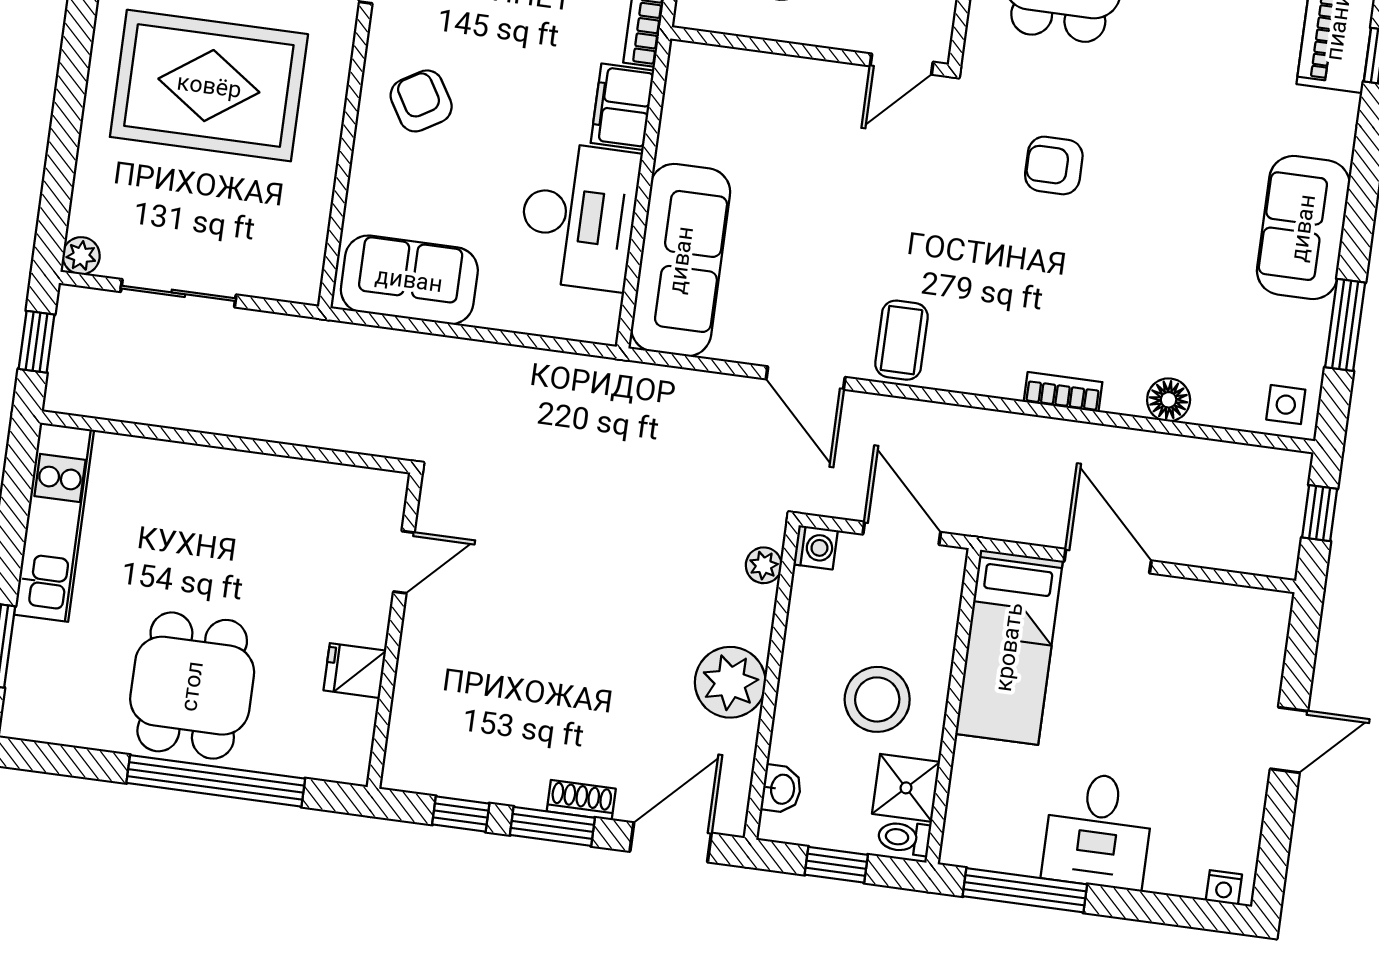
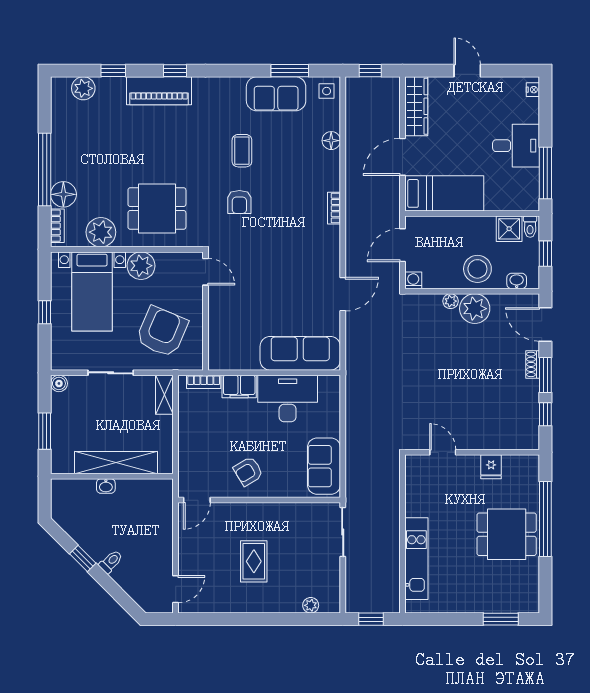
rug: (209, 86) -> (254, 561), width x0.54, depth x0.49
sofa: (1303, 228) -> (276, 94), moved
plant: (81, 256) -> (311, 605), moved
sliding door: (178, 293) -> (343, 532), moved
coffee table: (902, 340) -> (242, 151), moved, turned 90
bookcase: (1063, 392) -> (334, 208), moved
kitchen unit: (54, 522) -> (416, 559), moved, turned 90
plant: (764, 565) -> (451, 301), moved
wardrobe: (1222, 610) -> (416, 106), added
stool: (877, 699) -> (477, 269), moved

